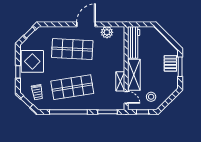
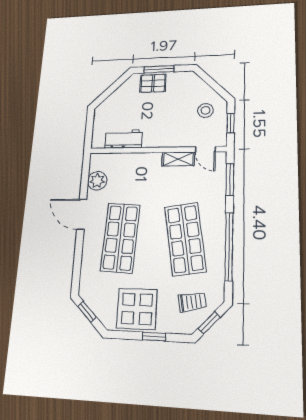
workbench: (134, 43) -> (123, 139), width x0.73
shelving: (134, 75) -> (168, 138), removed
door: (126, 97) -> (205, 149), swing flipped

